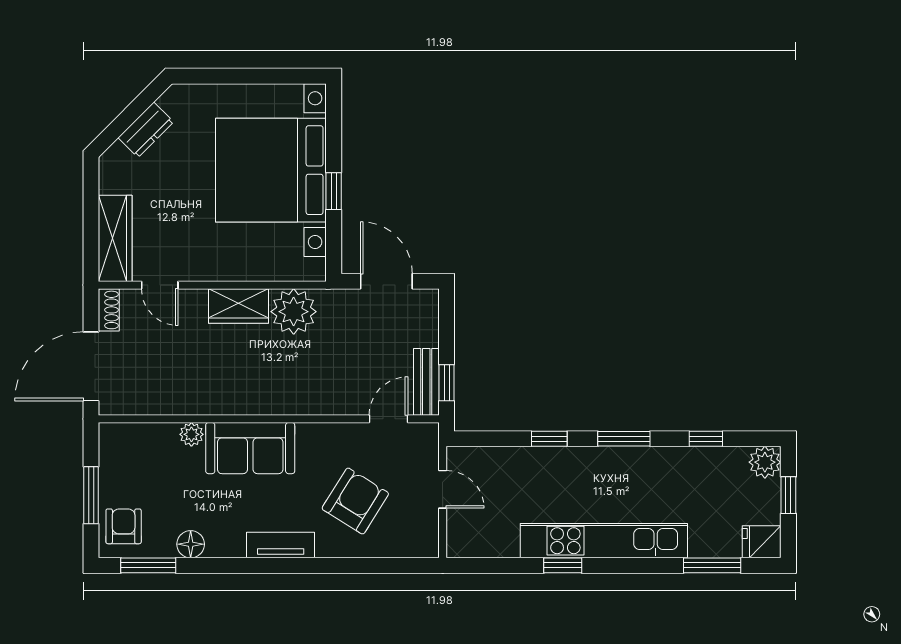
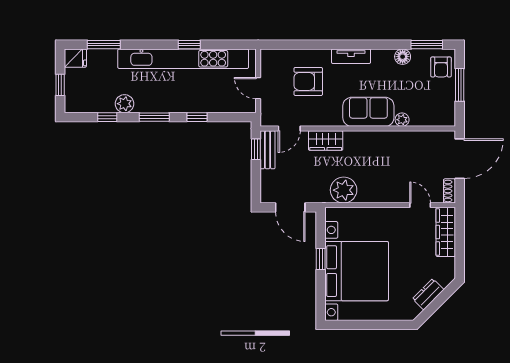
wardrobe: (238, 306) -> (326, 141), moved, turned 180
plant: (765, 462) -> (124, 104), moved
armchair: (355, 501) -> (308, 81), turned 58
kitchen unit: (604, 541) -> (183, 59), width x1.36

